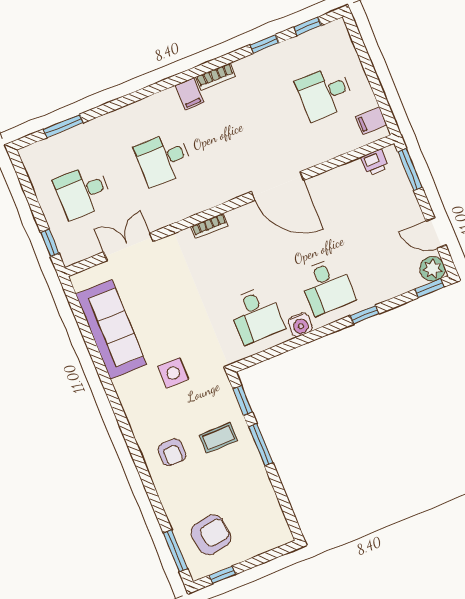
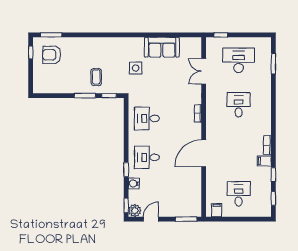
filing cabinet: (190, 94) -> (264, 161), moved
printer: (375, 162) -> (196, 204), removed
desk: (83, 192) -> (239, 60), width x1.37
double door: (128, 247) -> (204, 71), swing flipped
water cooler: (300, 325) -> (134, 184), moved
sofa: (111, 329) -> (162, 47), width x0.73
armchair: (172, 452) -> (98, 52), removed
armchair: (211, 535) -> (52, 55), turned 98

